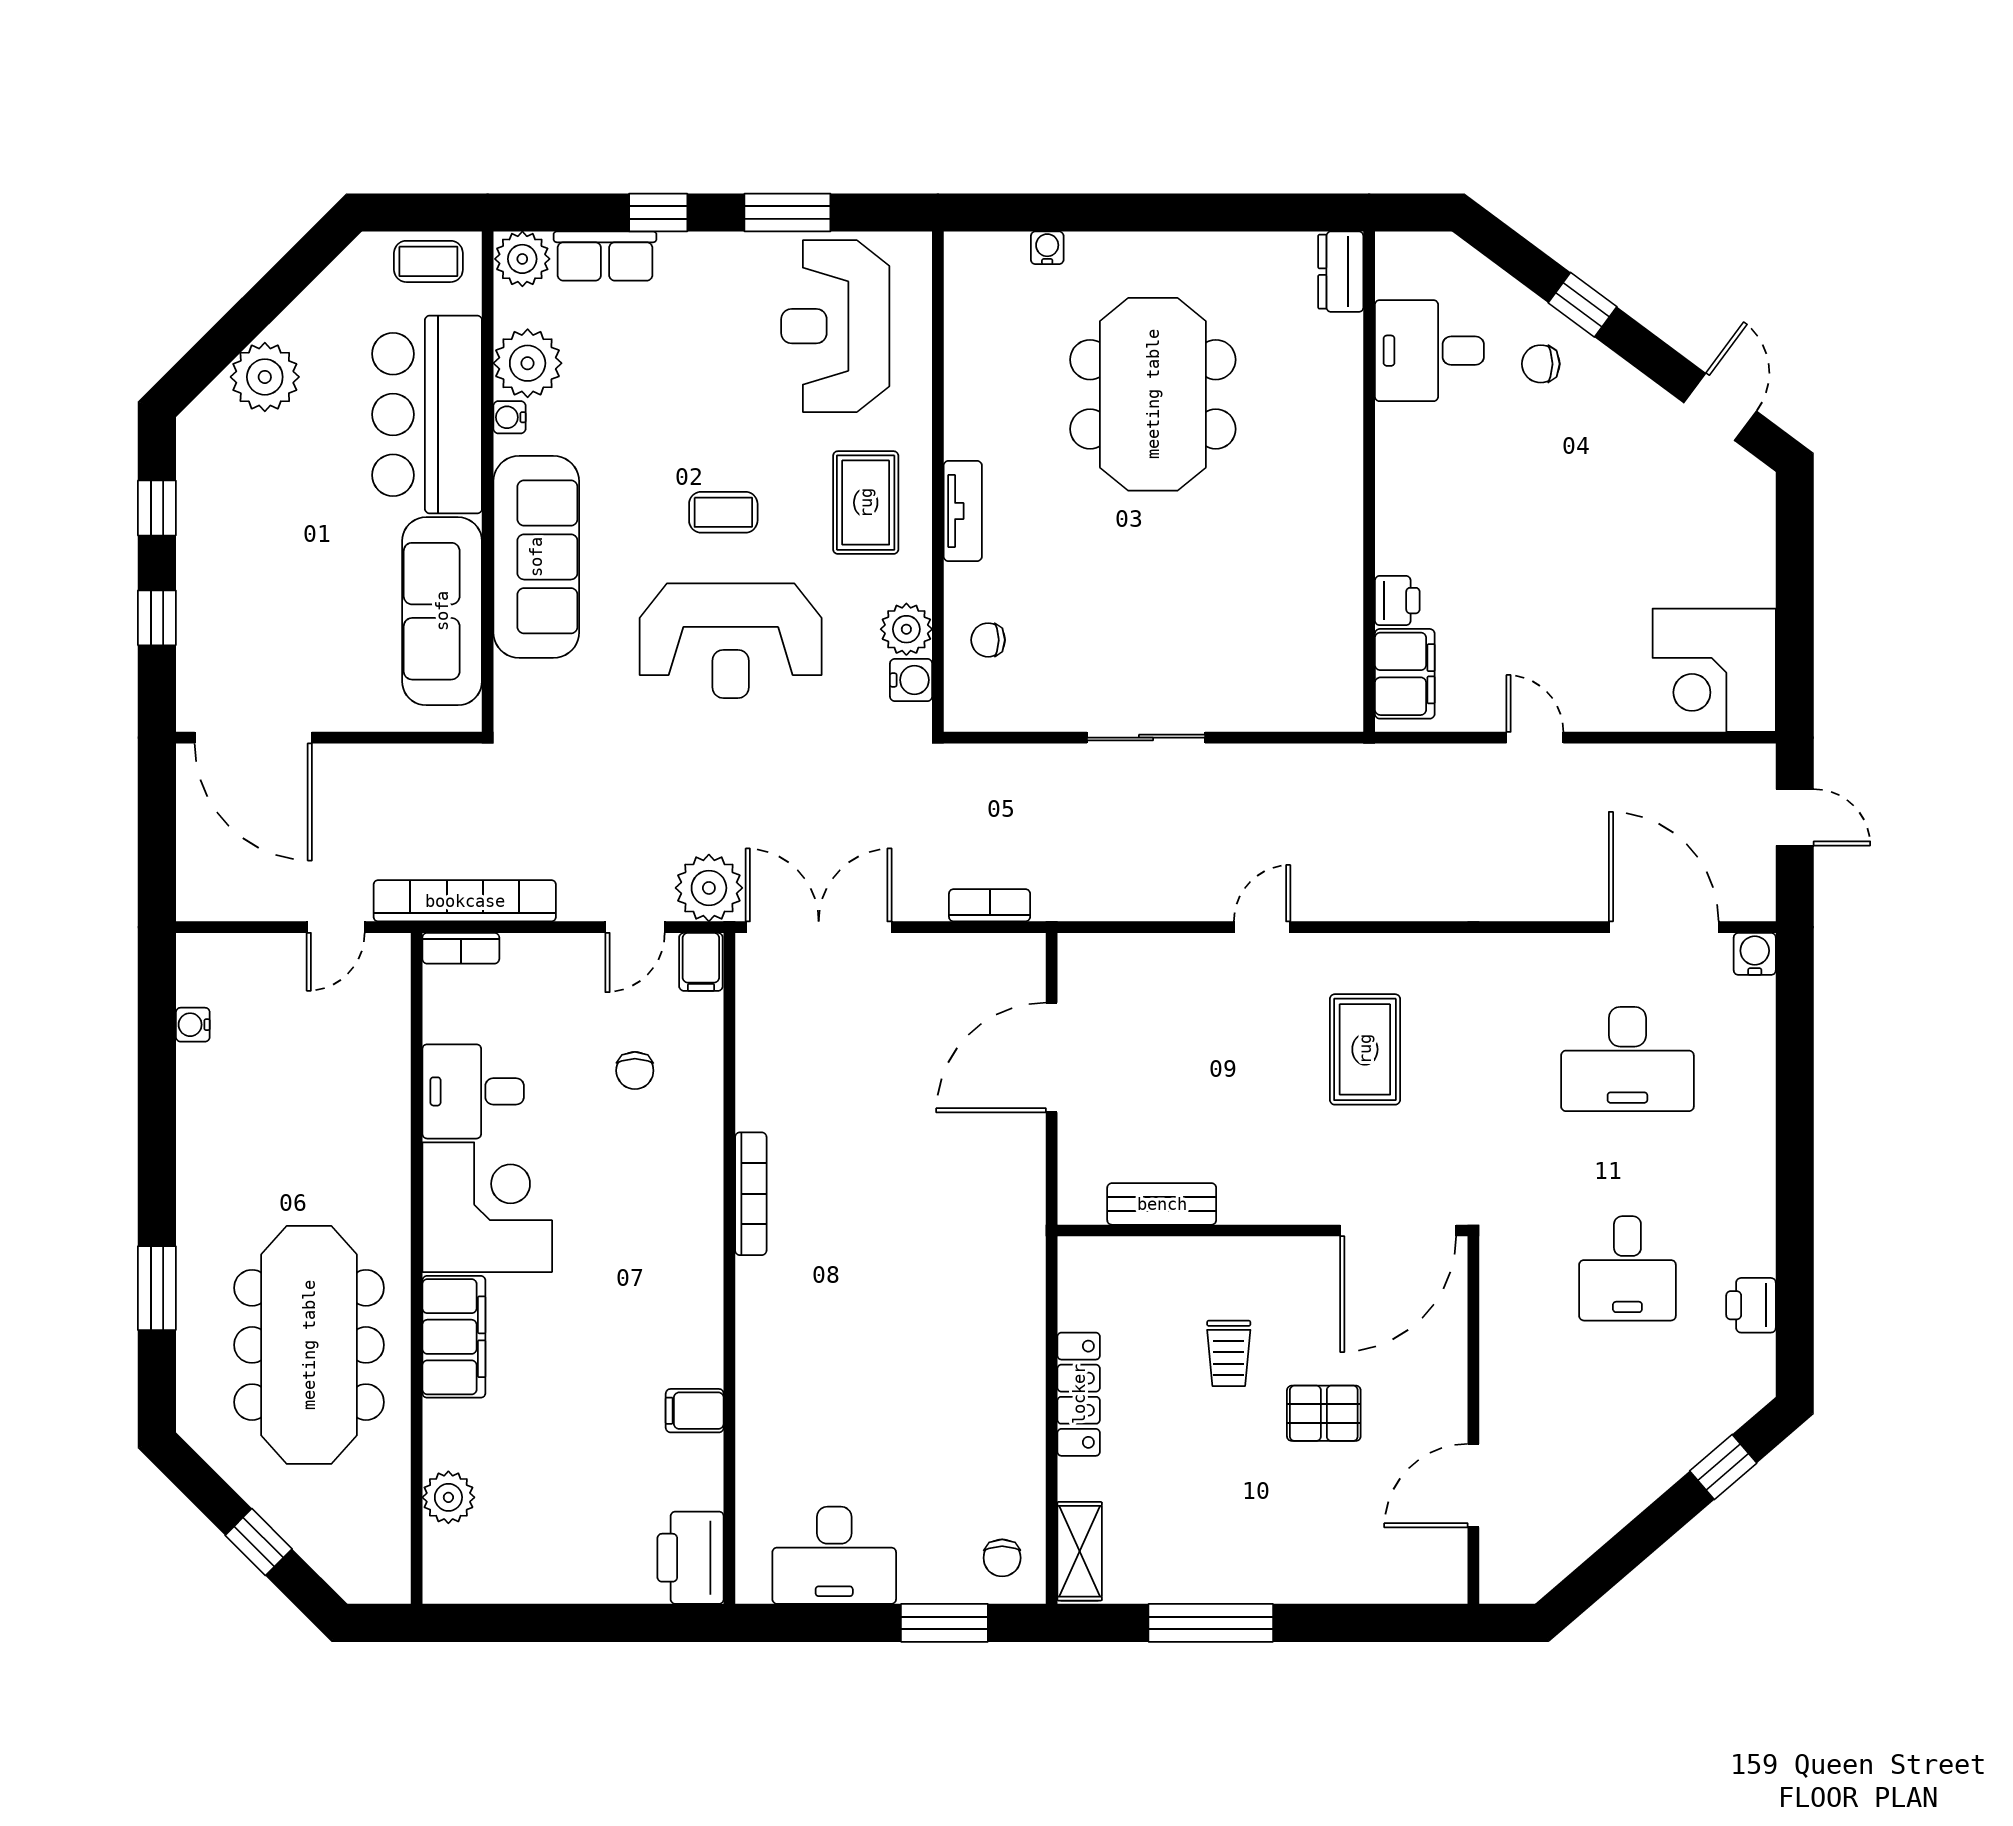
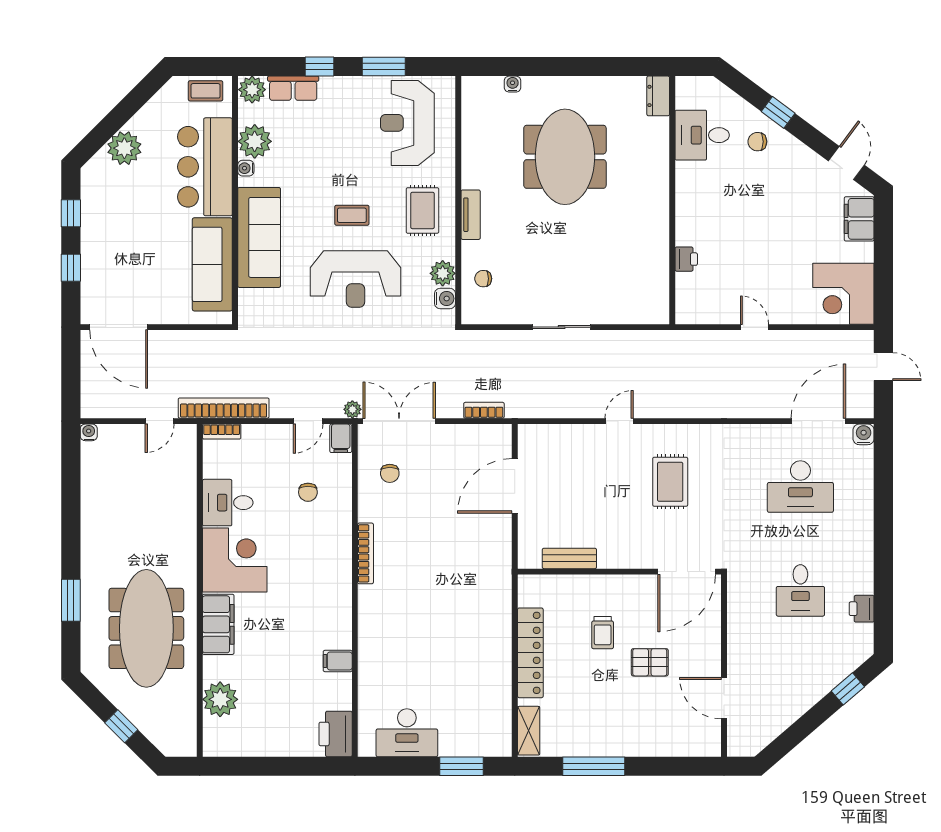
filing cabinet: (1405, 674) -> (859, 219), moved, turned 180
plant: (709, 888) -> (352, 409), width x0.53, depth x0.53
door: (1664, 927) -> (818, 421), hinge flipped
water cooler: (193, 1025) -> (89, 432), moved, turned 90
locker: (1079, 1394) -> (530, 653), width x1.41, depth x1.21
door: (1473, 1486) -> (724, 698), hinge flipped
plant: (448, 1497) -> (220, 699), width x1.36, depth x1.36
chair: (1002, 1558) -> (390, 473), moved

